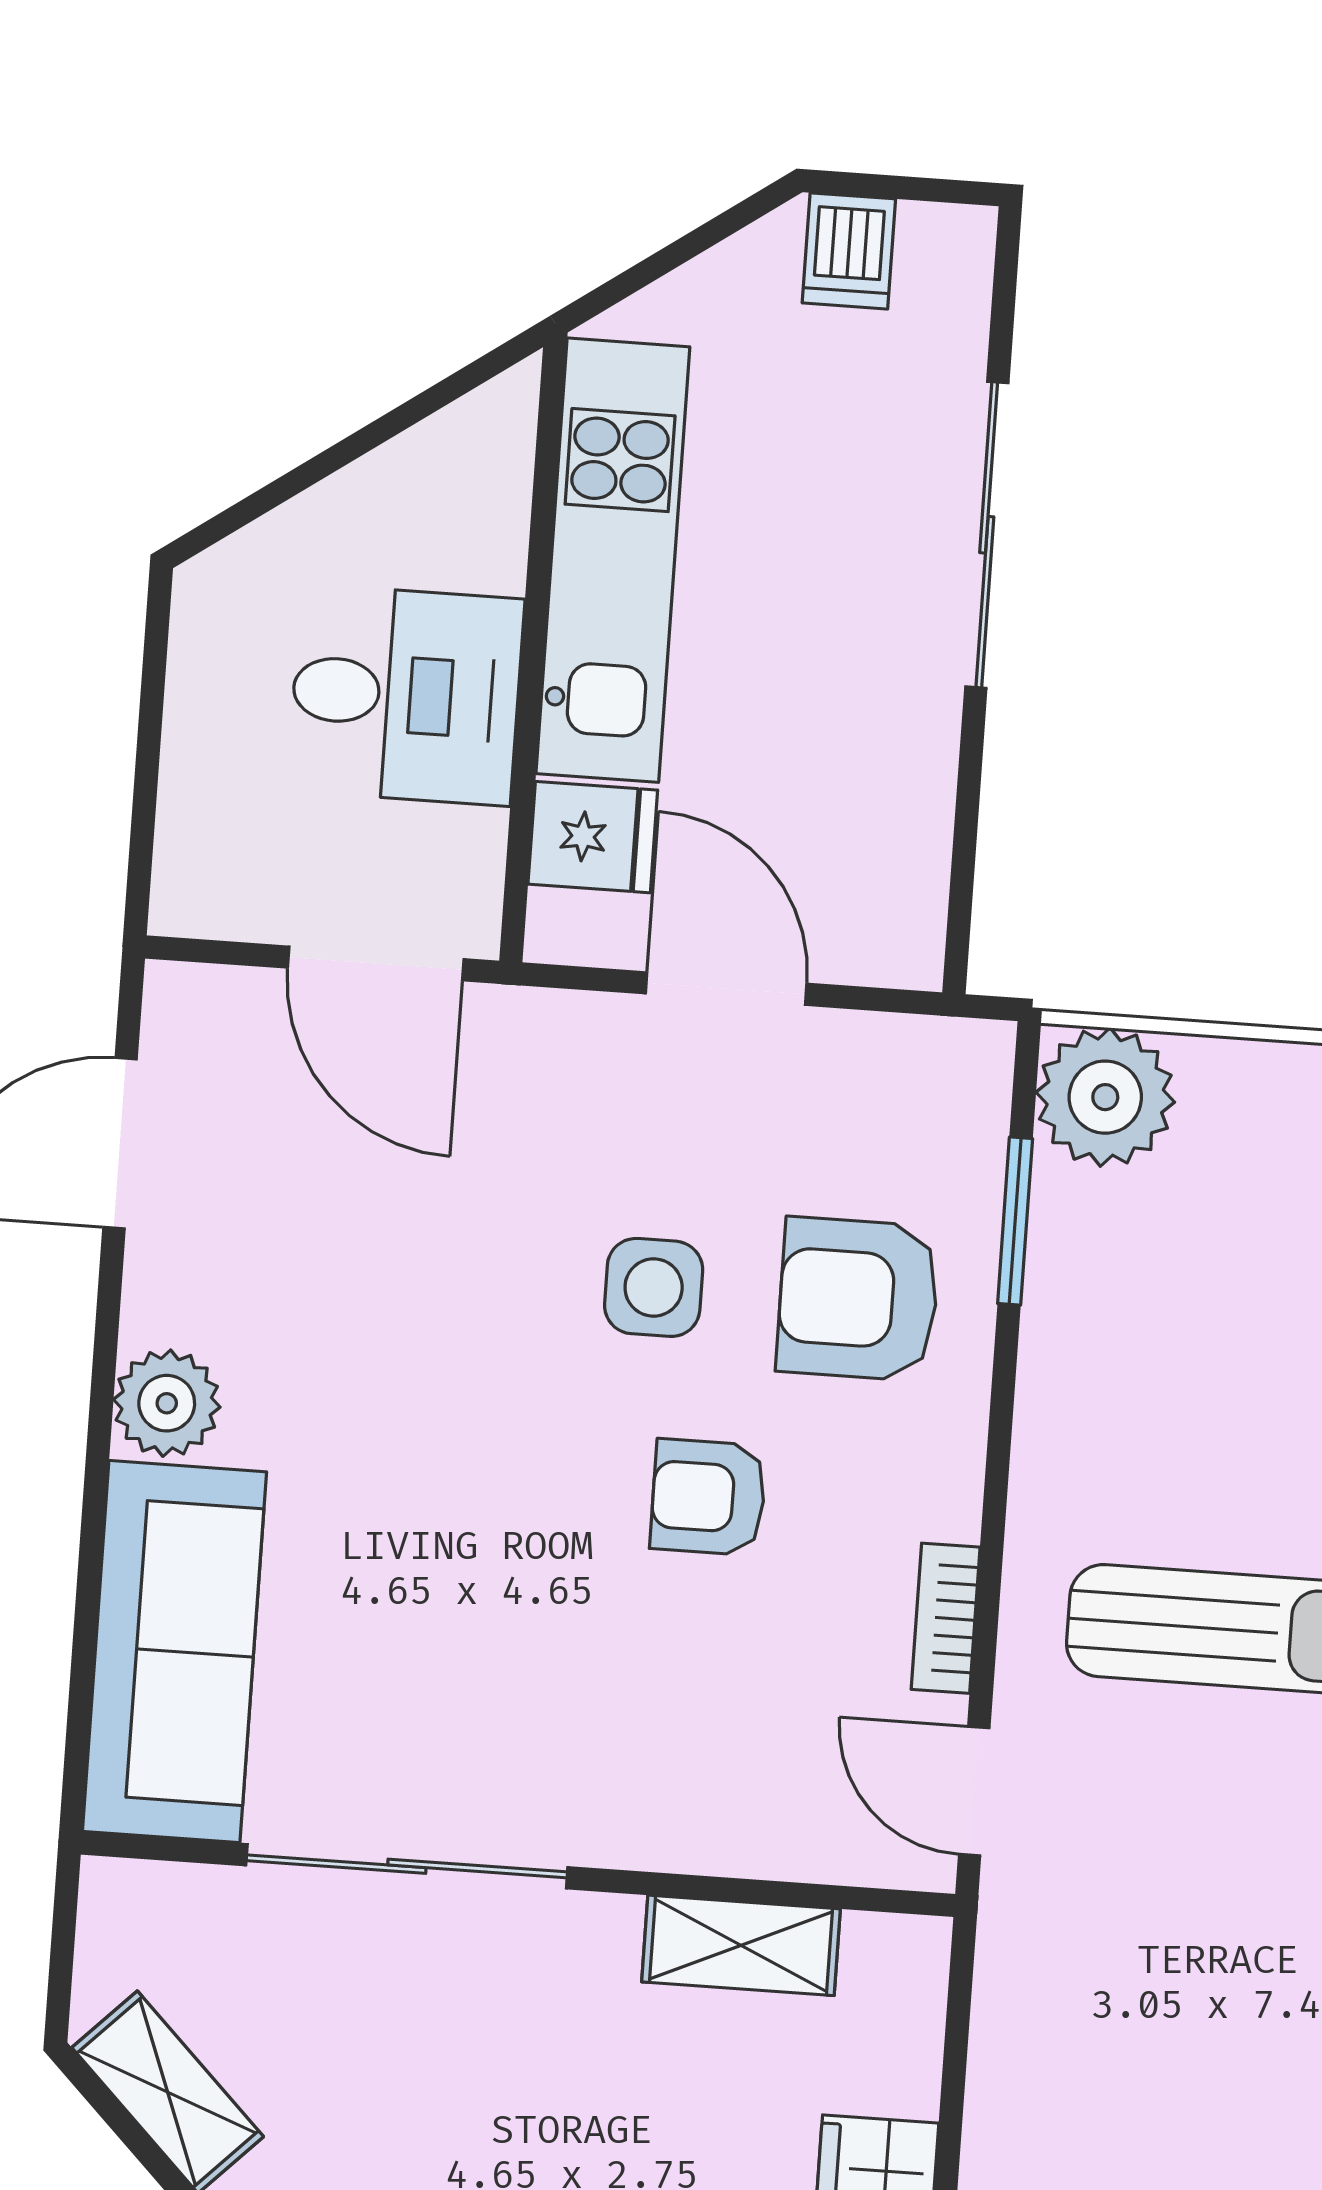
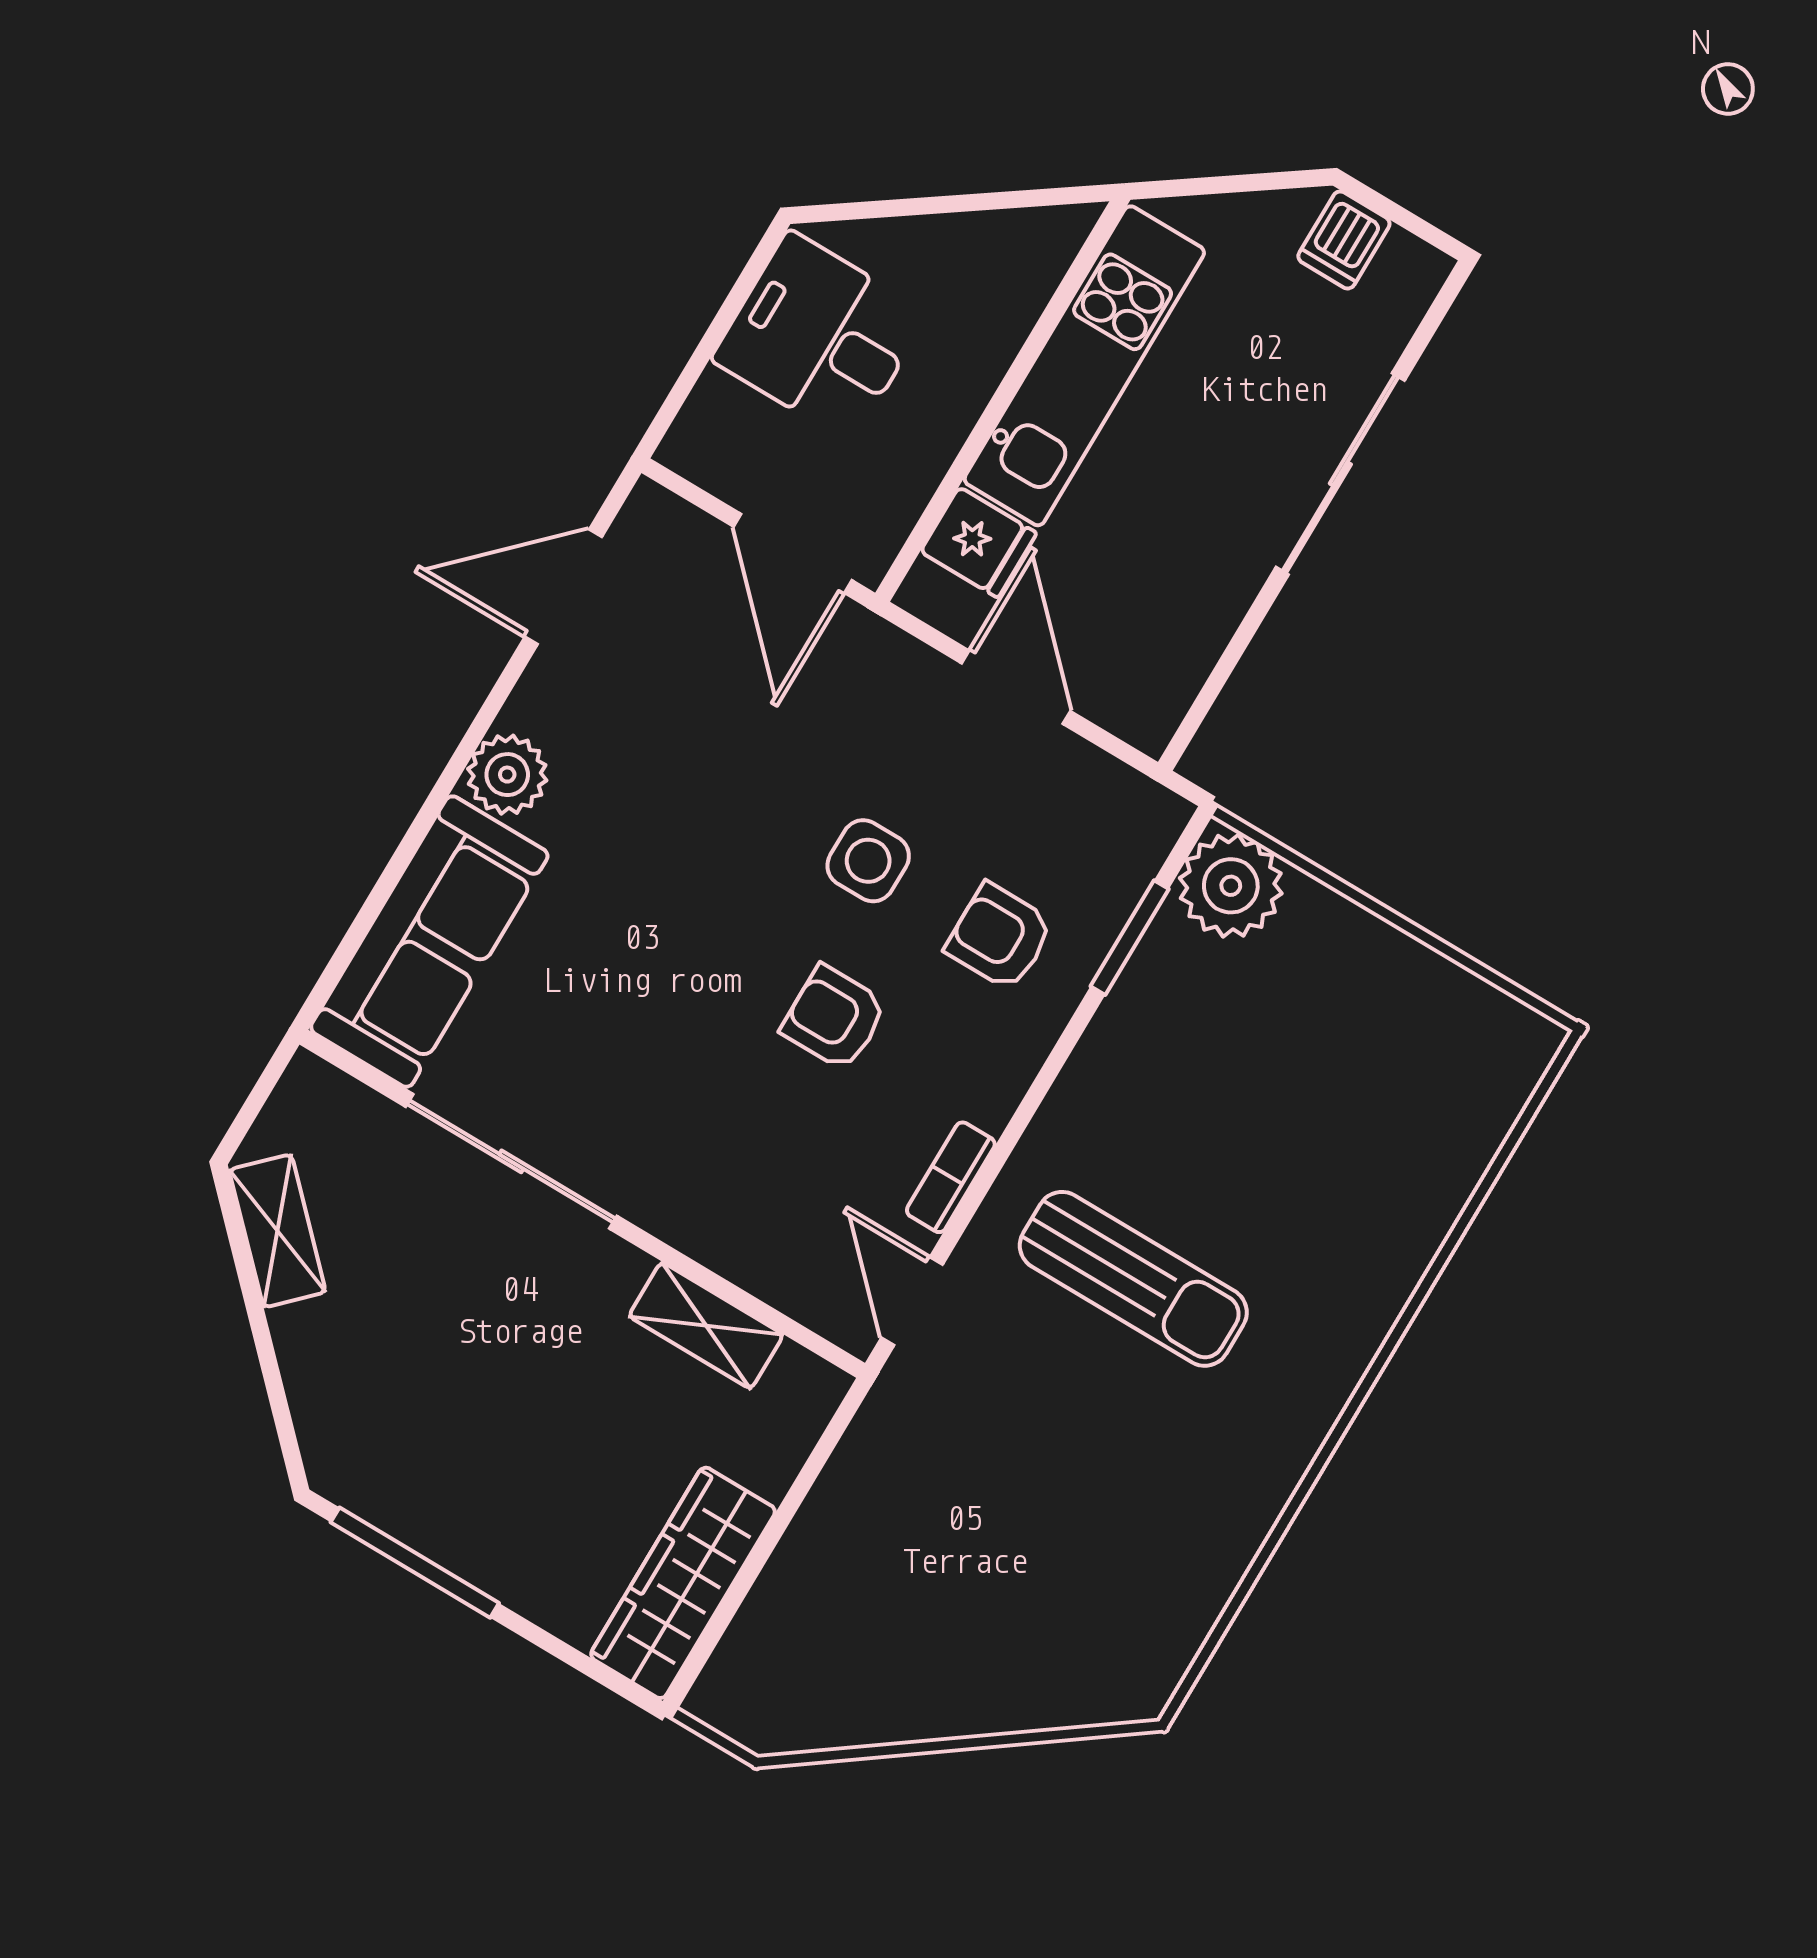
desk: (406, 695) -> (820, 336), moved, turned 180
armchair: (858, 1299) -> (1000, 937), width x0.72, depth x0.72

